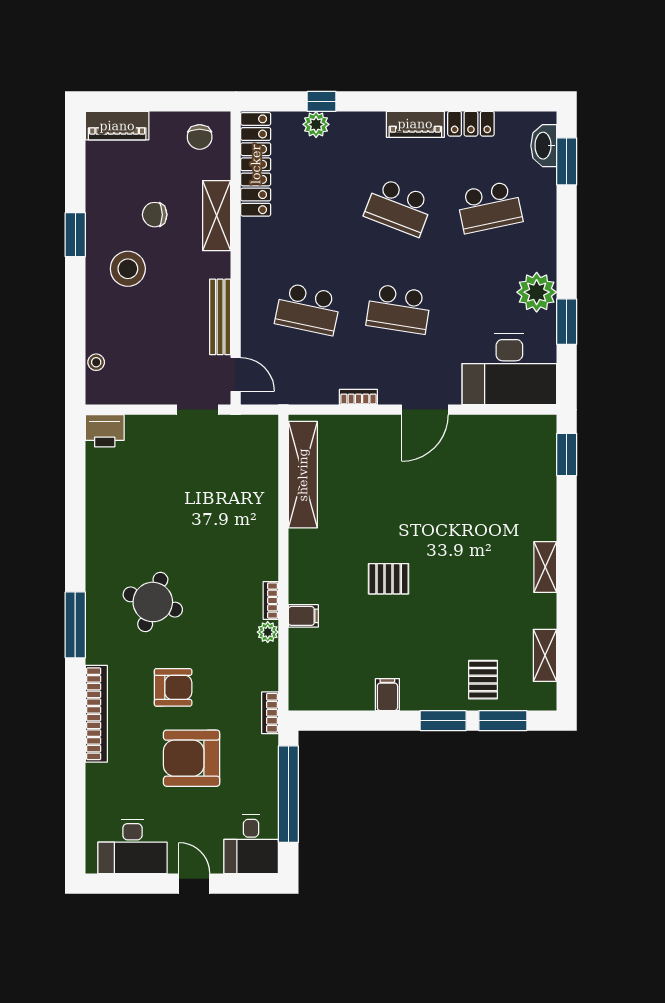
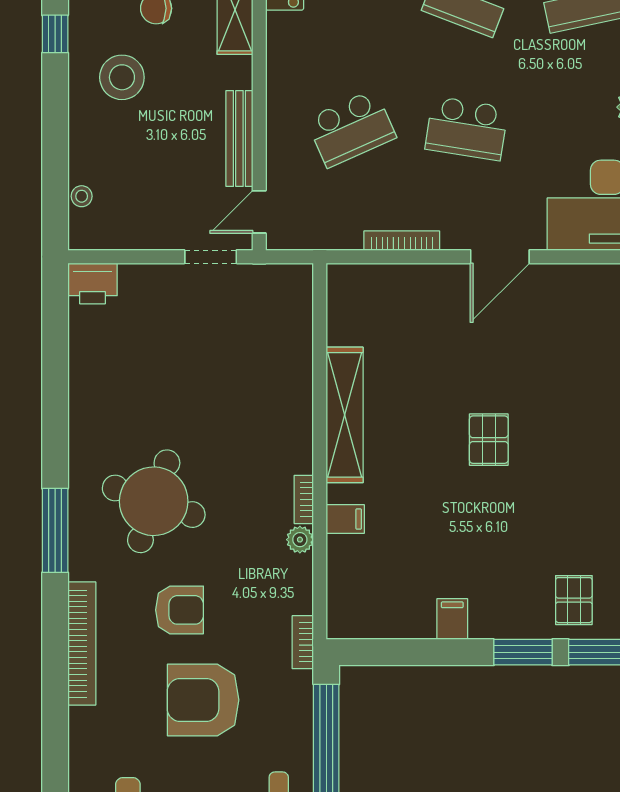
window: (75, 235) -> (55, 34), width x0.67
school desk: (308, 309) -> (351, 128), turned -36
door: (236, 375) -> (259, 212), swing flipped
bookcase: (358, 397) -> (402, 241), width x1.56
shelving: (303, 475) -> (345, 415), moved
pallet: (389, 579) -> (489, 440), moved, turned 90
round table: (153, 602) -> (154, 501), width x1.36, depth x1.36

